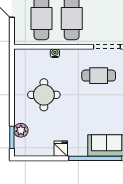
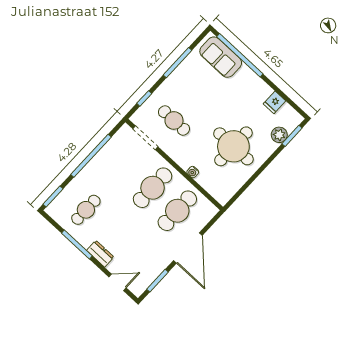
round table: (44, 95) -> (233, 146), width x1.36, depth x1.36
fridge: (61, 149) -> (274, 102), moved

